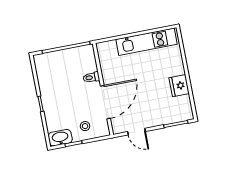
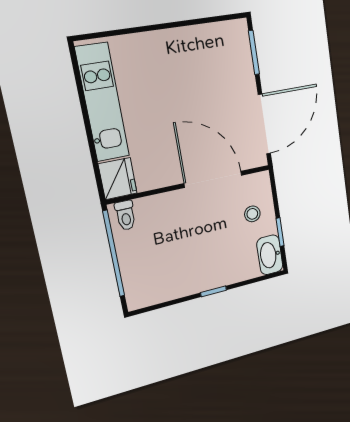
toilet: (91, 77) -> (125, 215), moved
fridge: (179, 86) -> (118, 179), moved, turned -90
door: (136, 132) -> (264, 124), width x1.87

